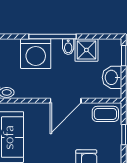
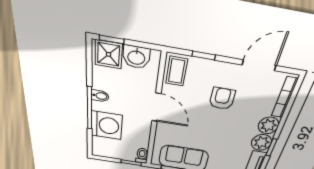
shower: (86, 50) -> (109, 54), moved

